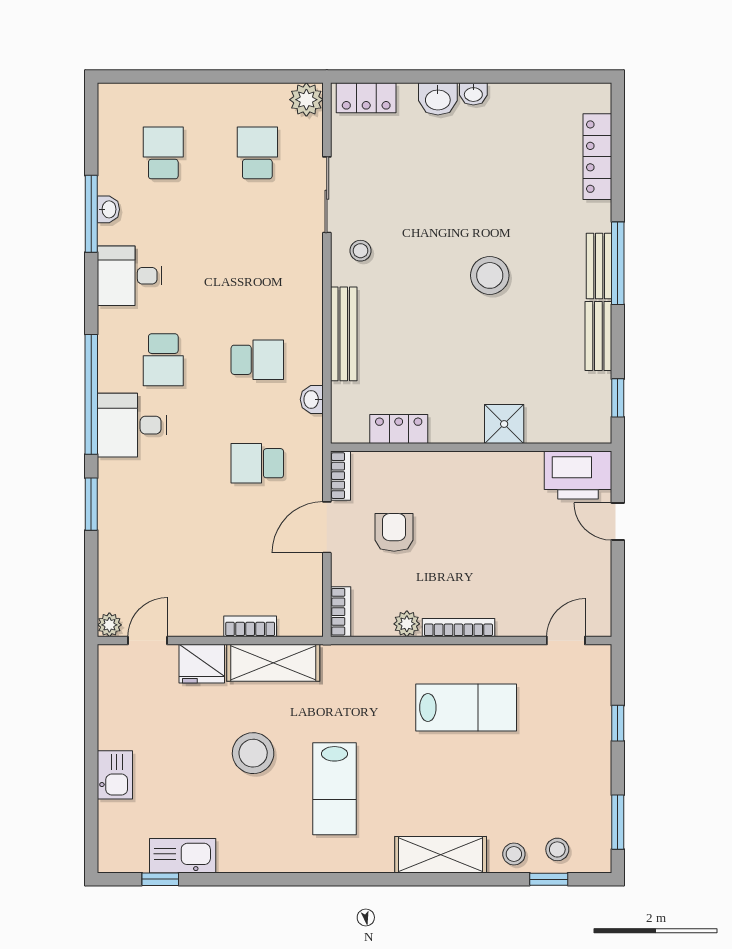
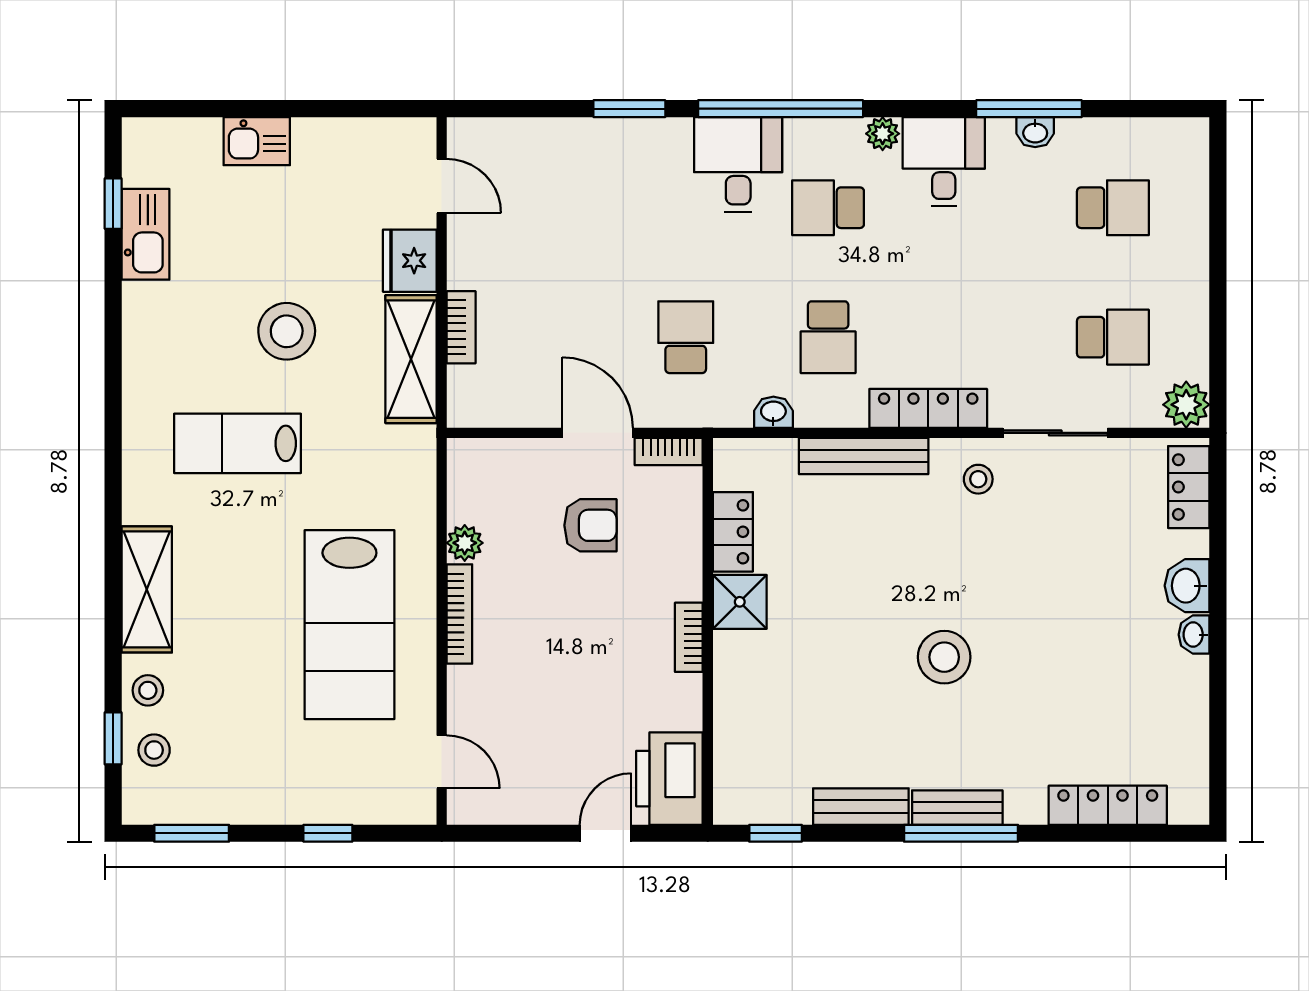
locker: (309, 287) -> (928, 408), added
shower: (504, 424) -> (740, 602), moved
bookcase: (341, 612) -> (689, 637), moved, turned 90
plant: (109, 625) -> (883, 134), moved
lab bench: (466, 708) -> (349, 625), width x1.36, depth x1.39

